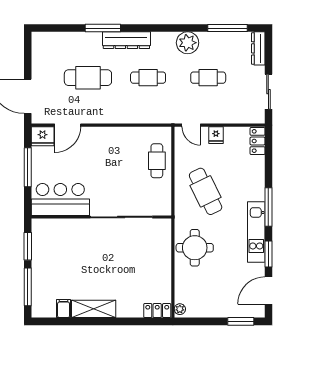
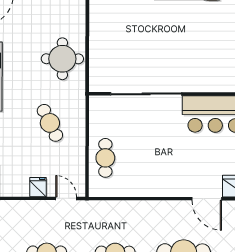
door: (68, 125) -> (207, 199), swing flipped
cafe table: (206, 191) -> (50, 123), width x0.73, depth x0.74

